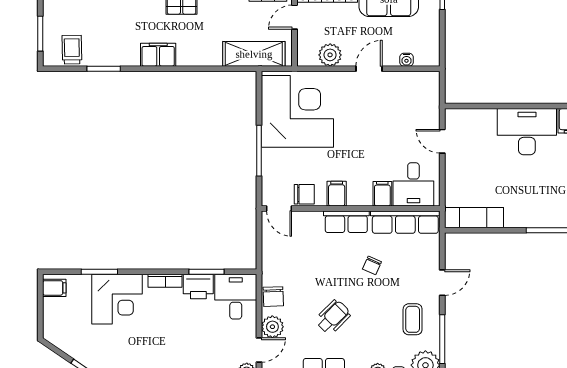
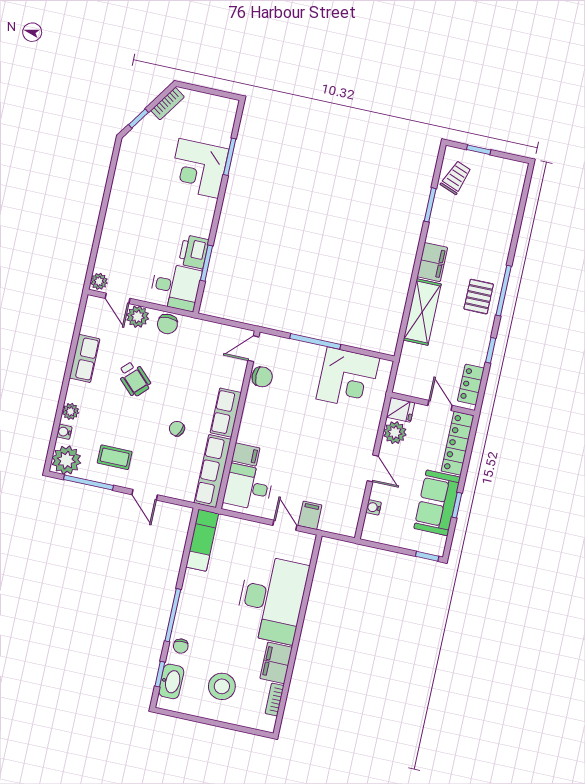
window: (40, 34) -> (479, 150), width x0.67
trolley: (72, 50) -> (456, 178), turned -68
shelving: (254, 54) -> (422, 312), moved
fridge: (307, 54) -> (400, 410), added
corner desk: (297, 111) -> (348, 378), width x0.74, depth x0.74
desk: (527, 132) -> (272, 599), width x1.36, depth x1.30
door: (442, 141) -> (285, 525), hinge flipped
chair: (304, 194) -> (262, 377), turned -90
filing cabinet: (337, 194) -> (310, 515), moved, turned -90
bookcase: (165, 281) -> (168, 104), moved, turned -146
filing cabinet: (54, 288) -> (223, 109), removed
chair: (273, 297) -> (167, 324), turned -88

